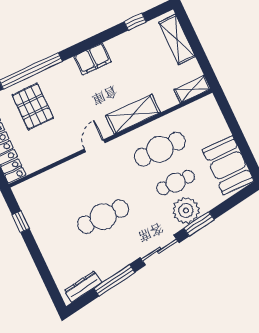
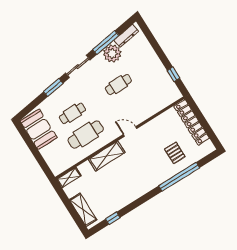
filing cabinet: (93, 59) -> (138, 190), removed
pallet: (33, 107) -> (175, 153), width x0.67, depth x0.71
door: (95, 146) -> (130, 131), swing flipped
plant: (186, 211) -> (112, 53), moved
cafe table: (103, 217) -> (118, 84), width x0.73, depth x0.74

